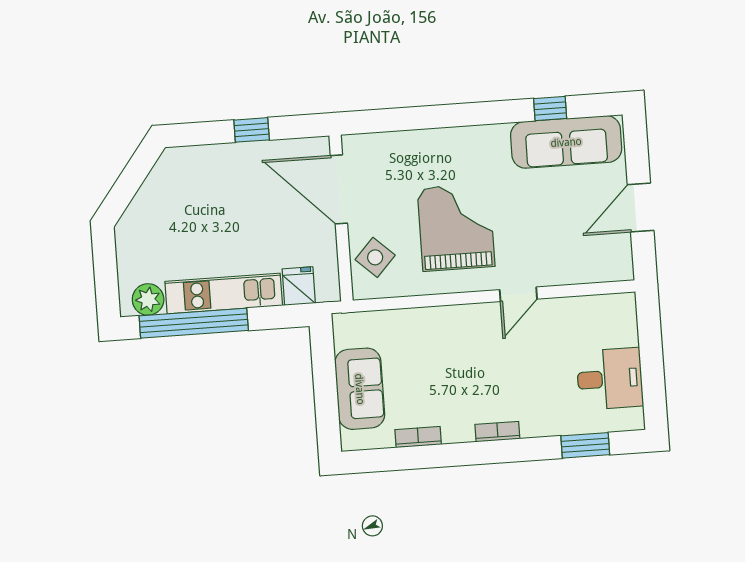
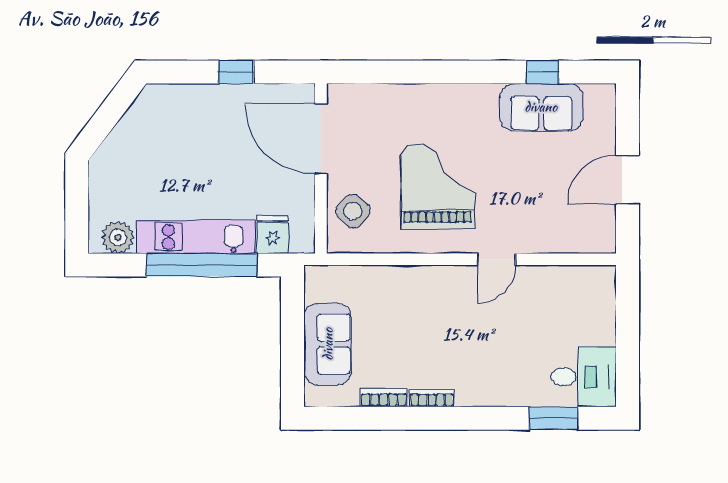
sofa: (566, 142) -> (541, 107), width x0.73
window: (194, 323) -> (202, 265), moved
desk: (610, 379) -> (584, 377), moved
bookcase: (497, 432) -> (432, 398), moved

